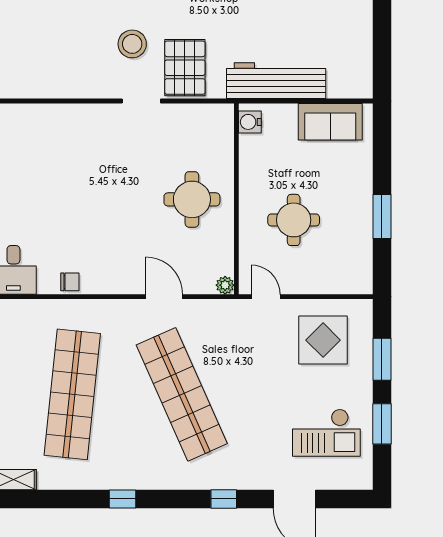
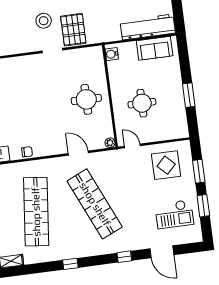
workbench: (276, 81) -> (148, 27), moved

